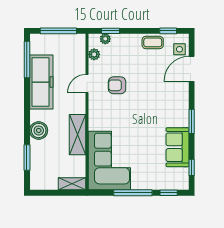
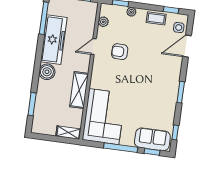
plant: (105, 39) -> (131, 12), moved
boiler: (39, 130) -> (47, 72), moved
sofa: (178, 147) -> (152, 139), moved, turned 90

